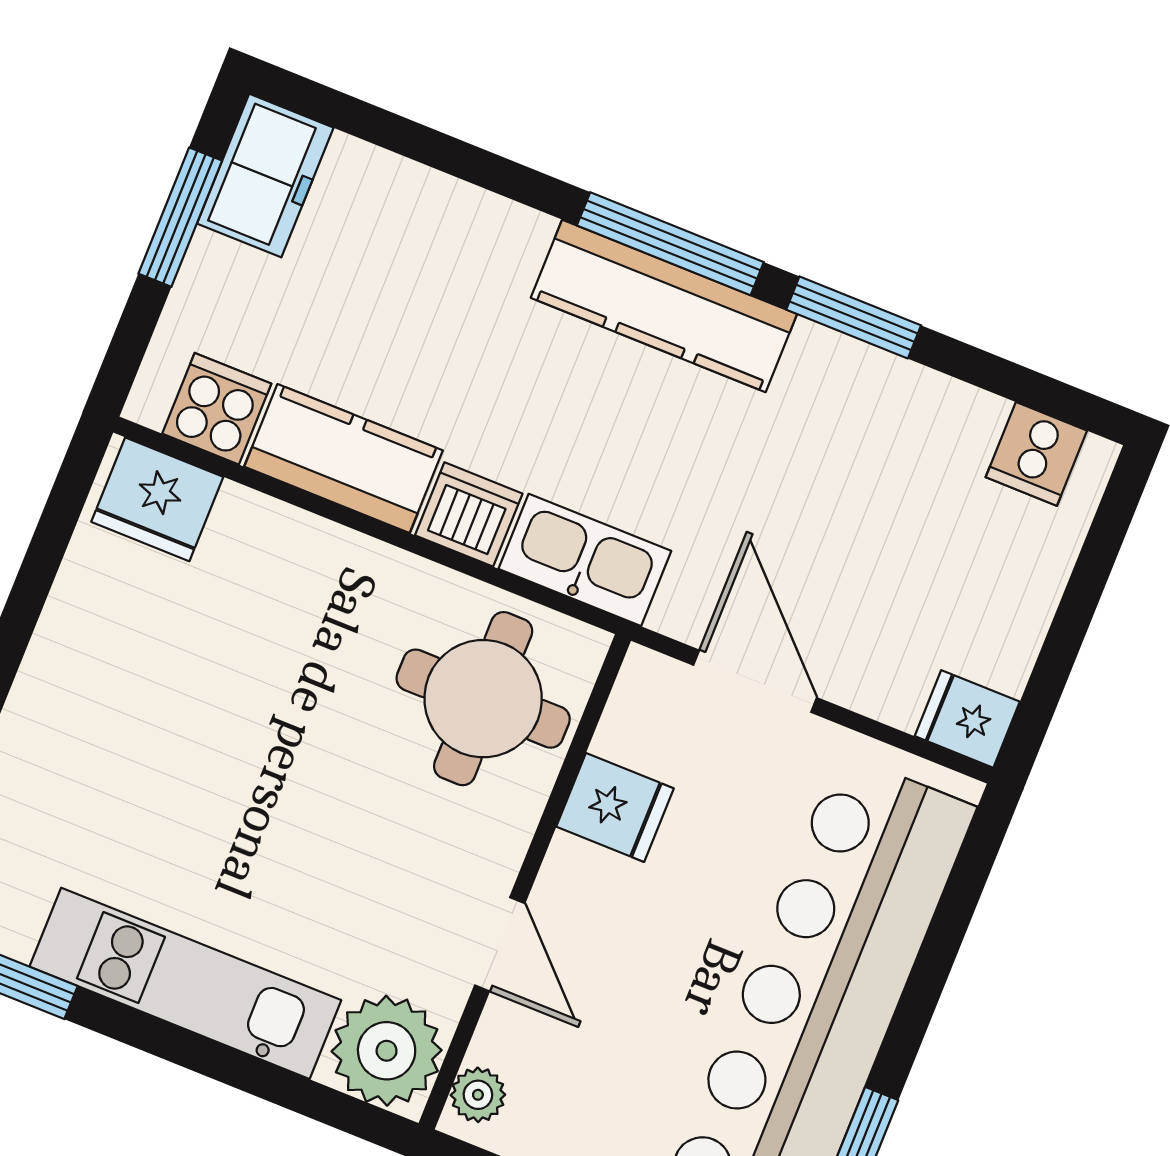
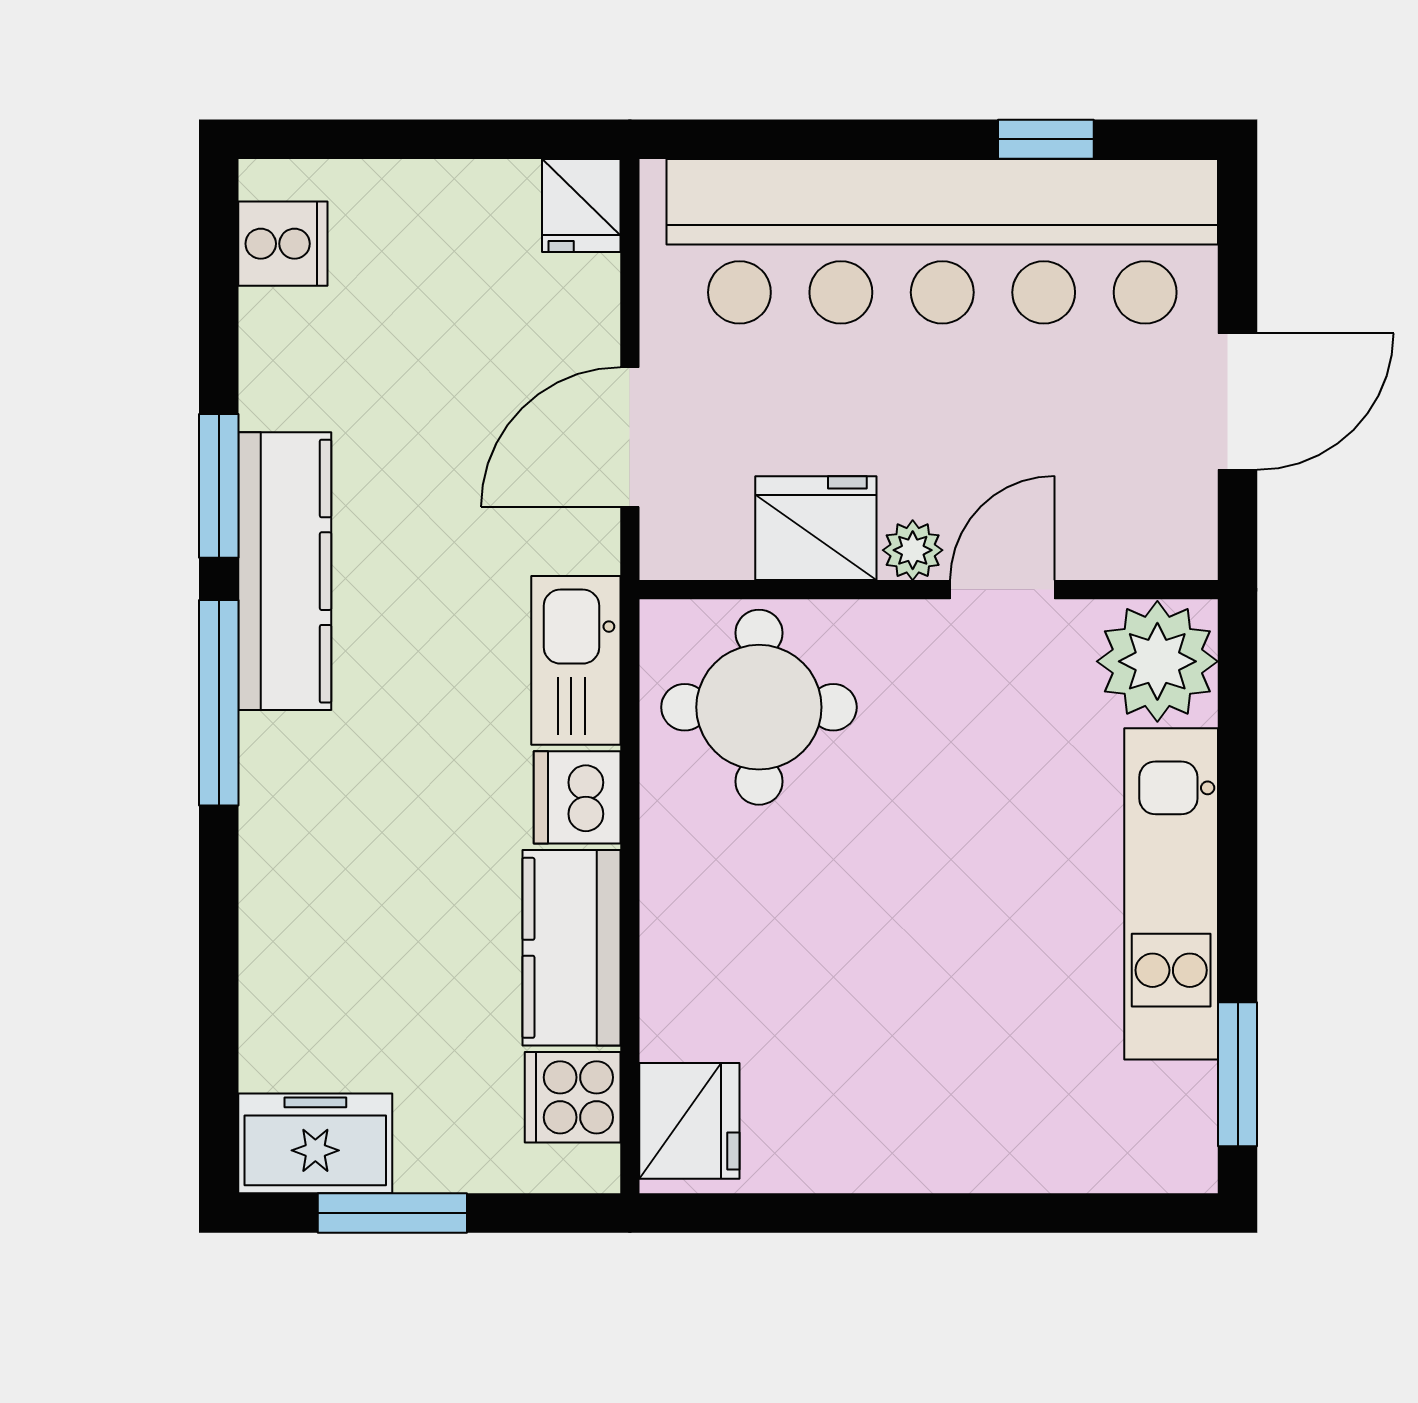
kitchen counter: (664, 306) -> (285, 571), moved
fridge: (615, 808) -> (816, 528), width x1.38
plant: (478, 1095) -> (913, 550), moved

